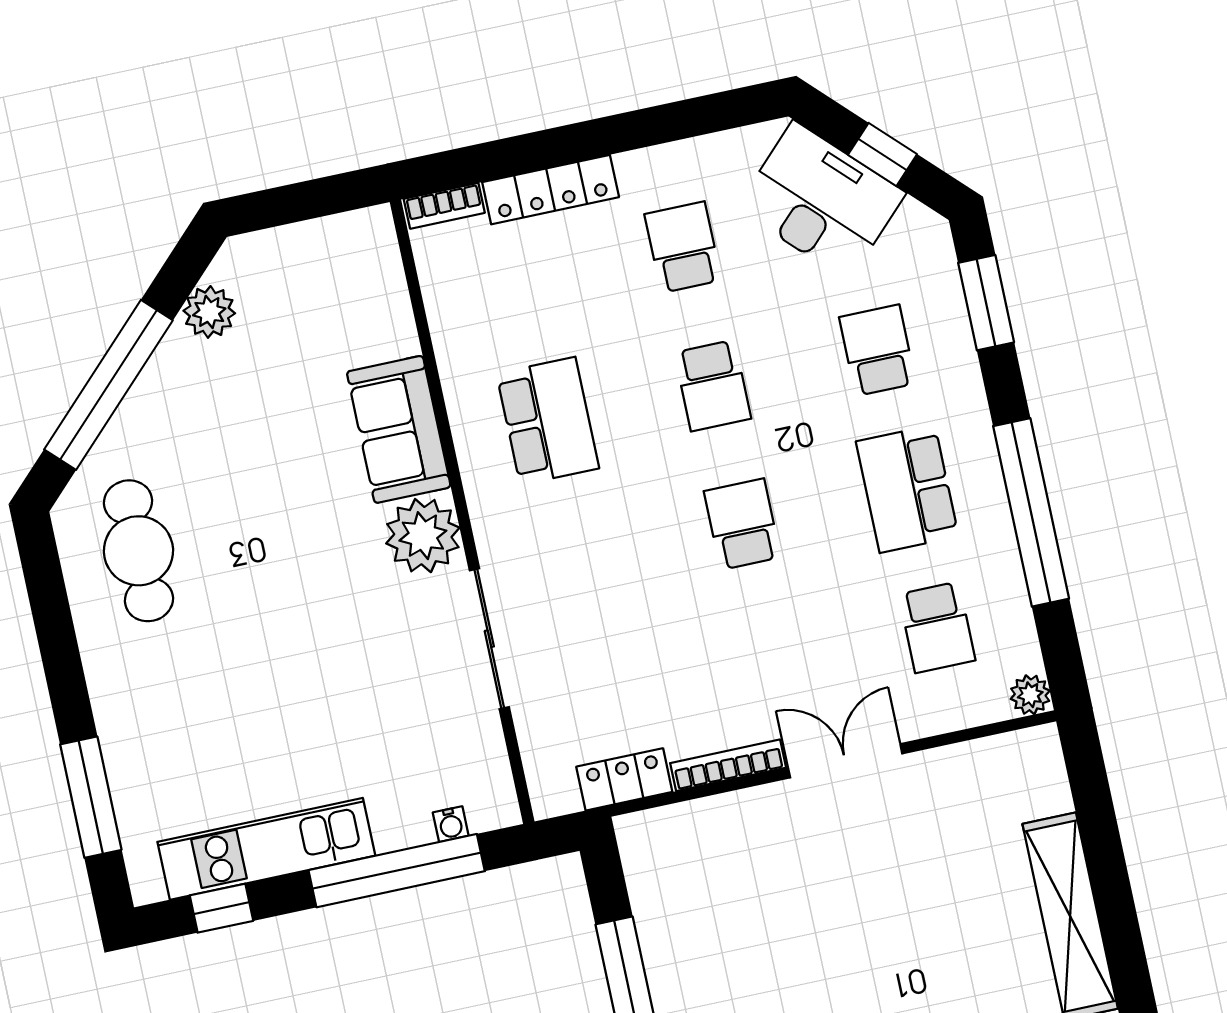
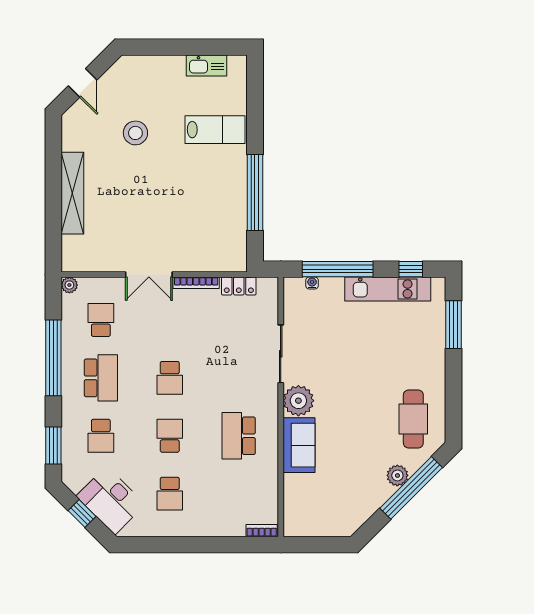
locker: (551, 190) -> (218, 528), removed
plant: (209, 312) -> (397, 475), moved

